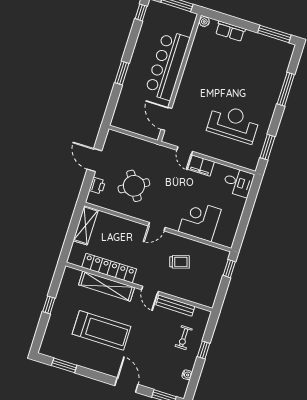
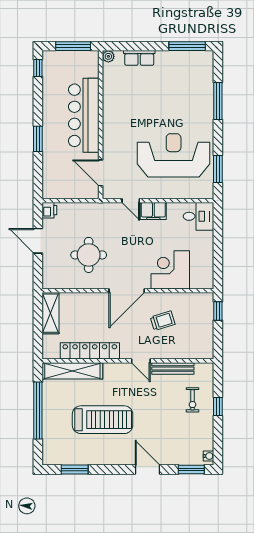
reception desk: (233, 124) -> (174, 155), width x1.36, depth x1.30
printer: (97, 186) -> (49, 210), moved
round table: (134, 186) -> (89, 255), turned 32
door: (157, 227) -> (127, 291), width x1.88
shelving: (107, 286) -> (72, 371), moved
window: (49, 305) -> (38, 410), width x3.17
water cooler: (187, 375) -> (209, 456), moved

